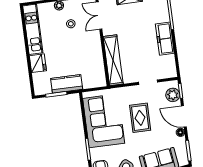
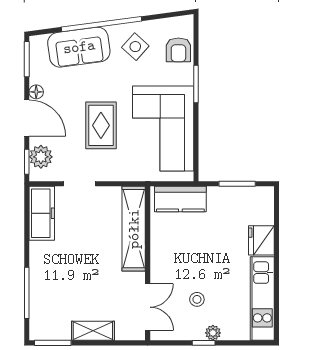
freezer: (165, 39) -> (42, 213), moved
kitchen counter: (67, 84) -> (180, 199), moved

